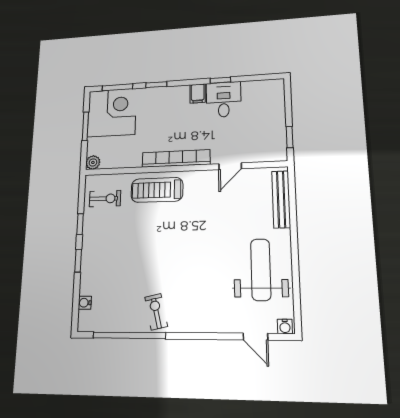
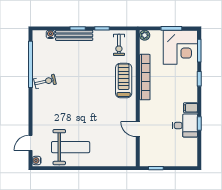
bookcase: (176, 158) -> (145, 77), moved
bench: (281, 199) -> (74, 35), moved

